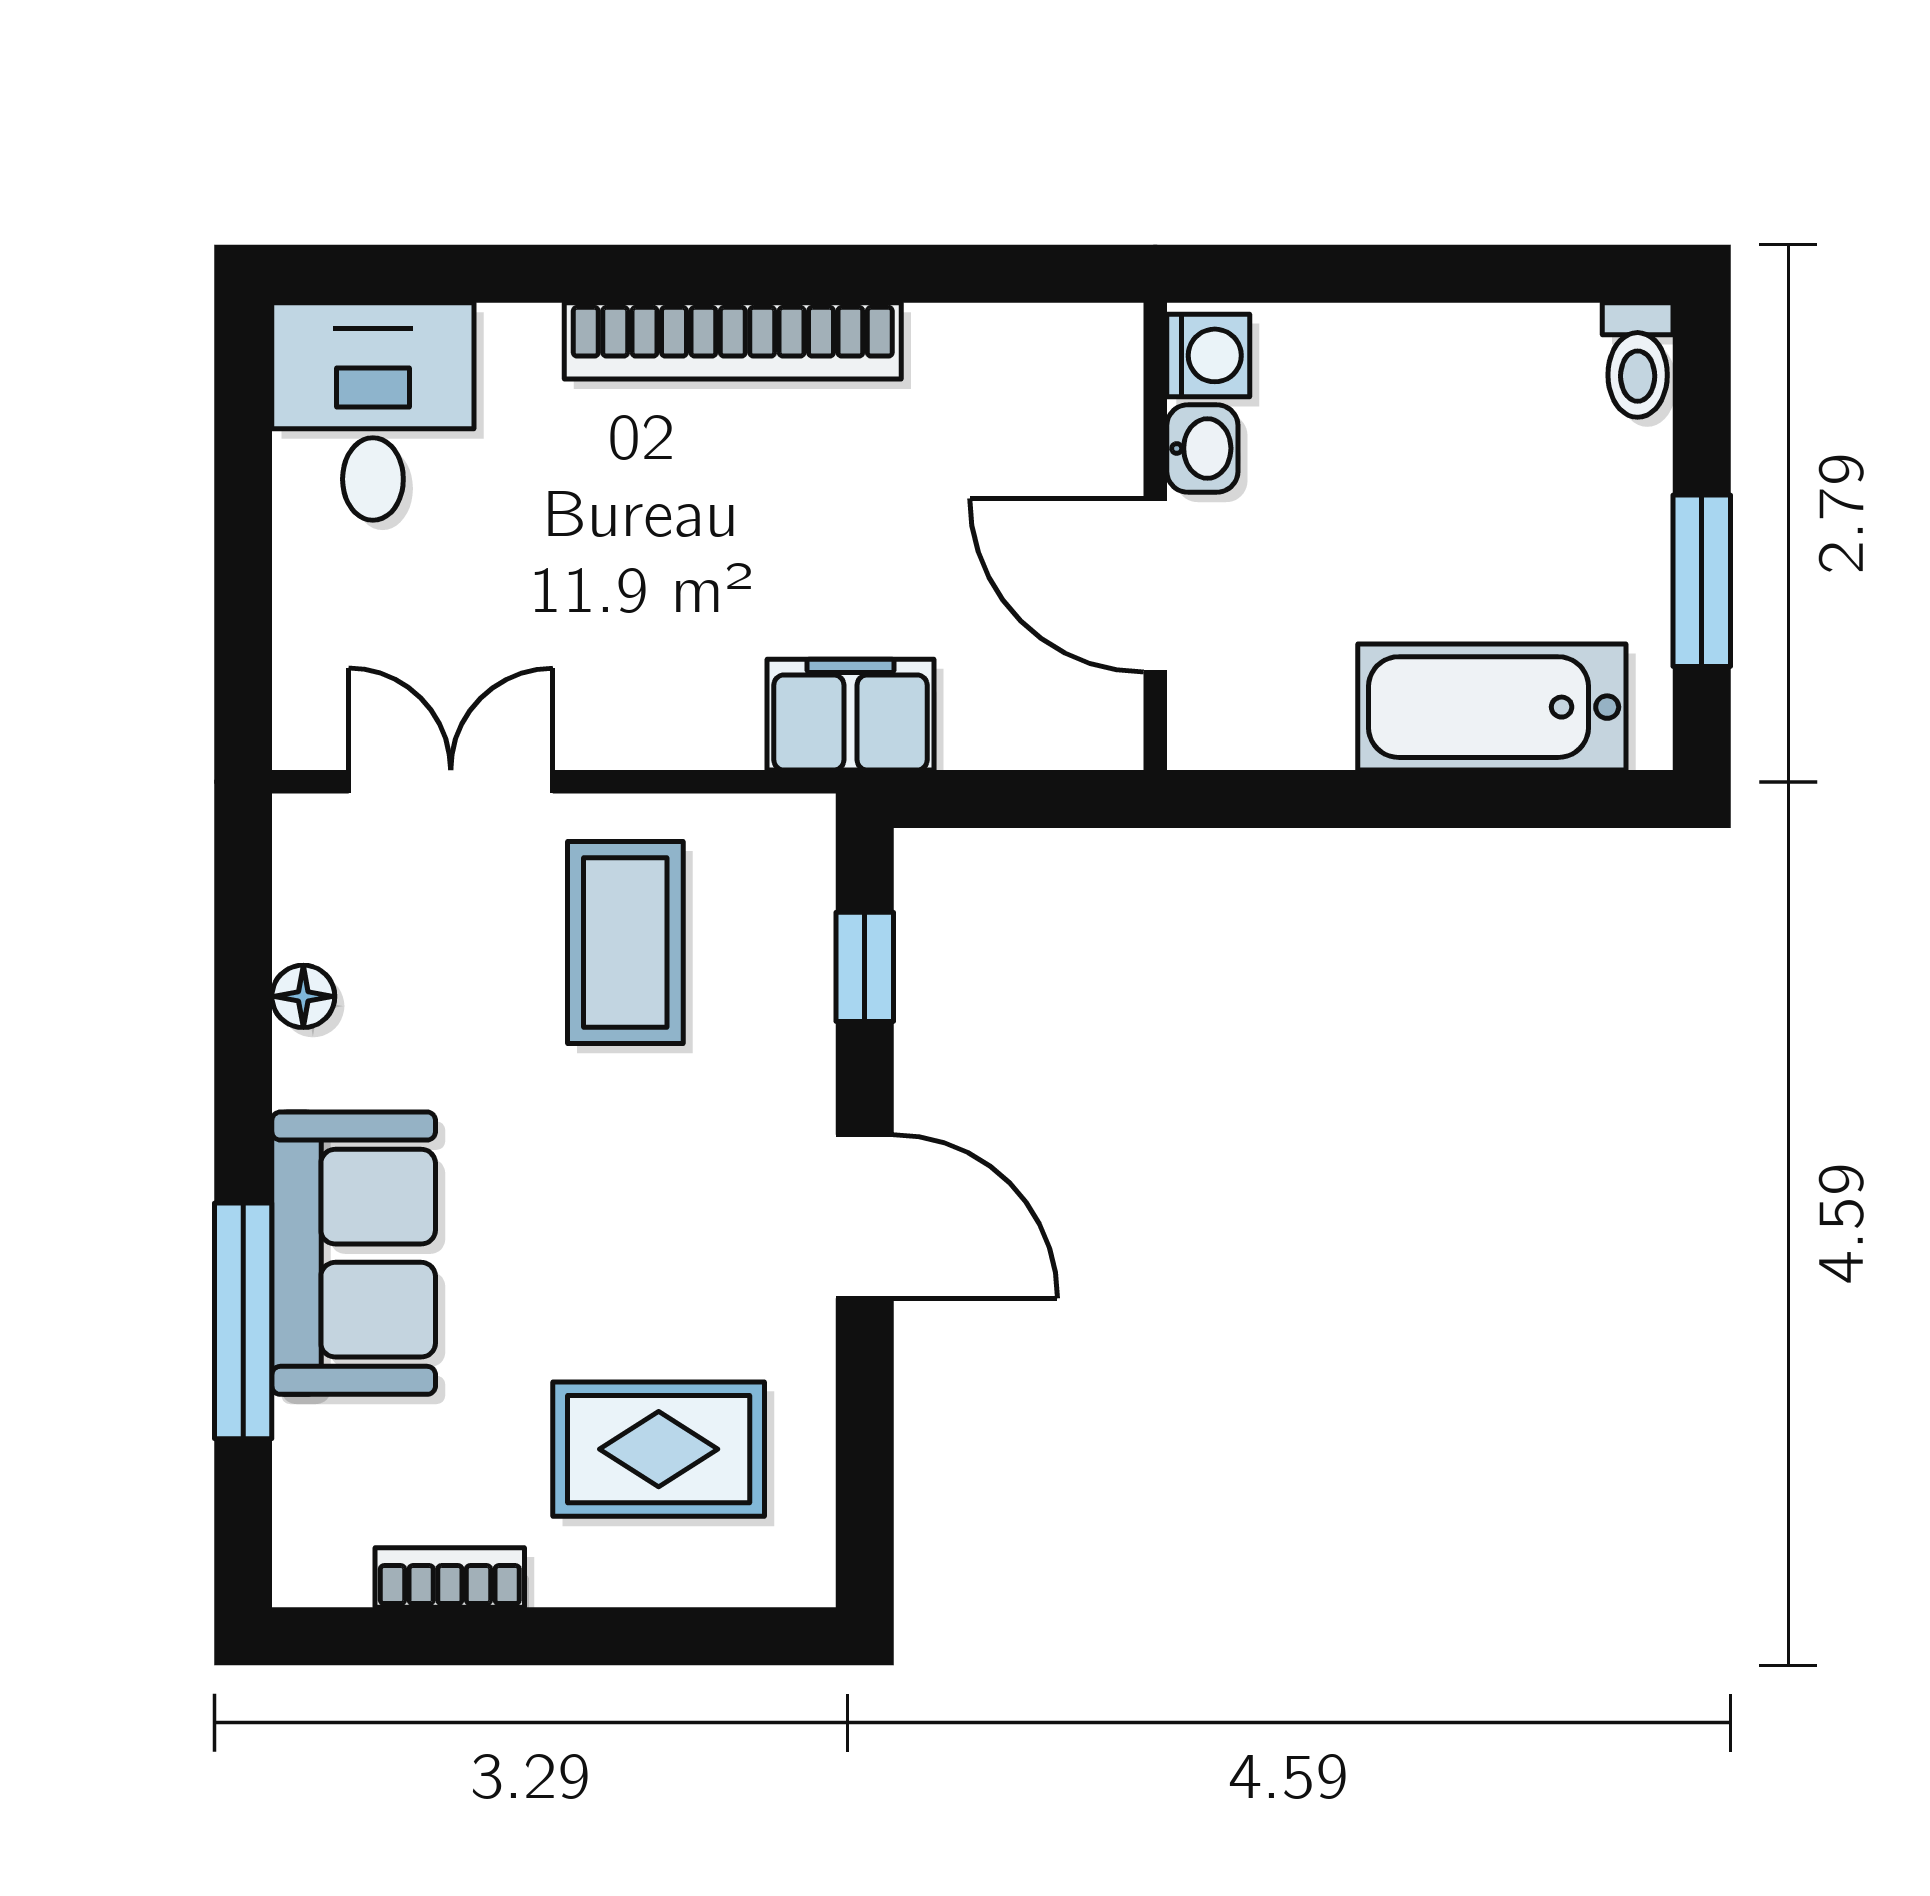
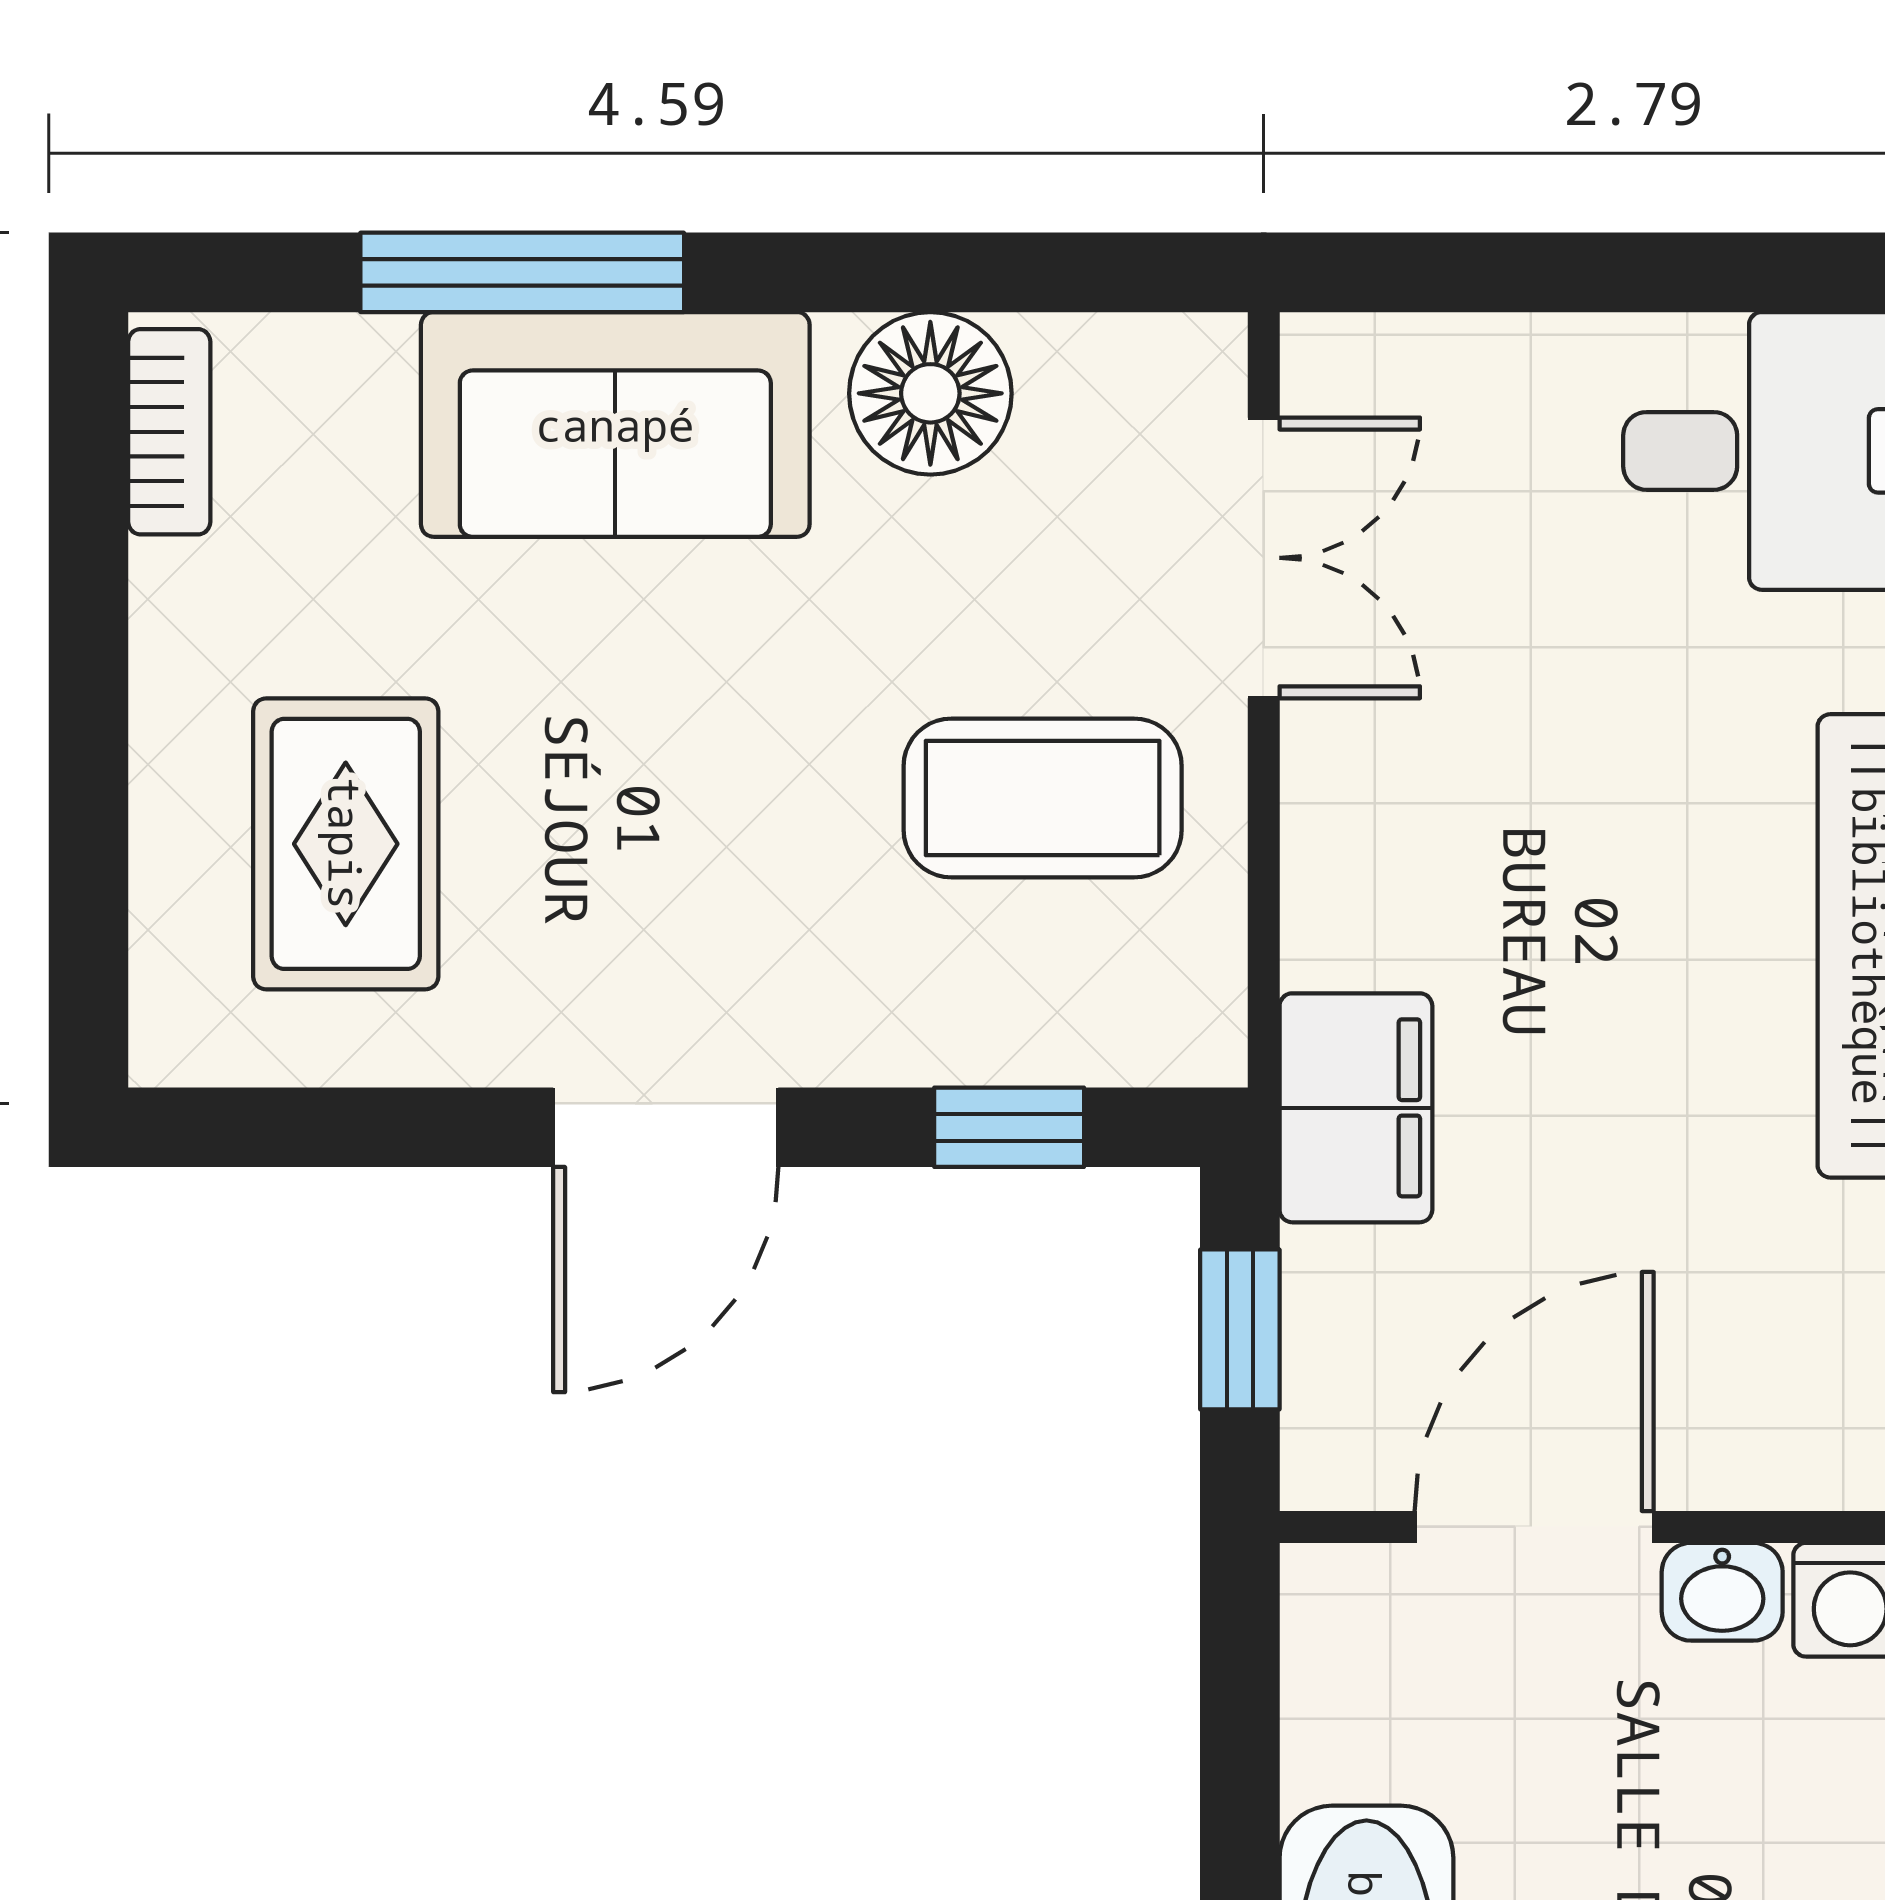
window: (1012, 799) -> (1240, 1329), added
floor lamp: (303, 996) -> (930, 393), width x1.89, depth x1.89
bookcase: (450, 1577) -> (169, 432), moved

